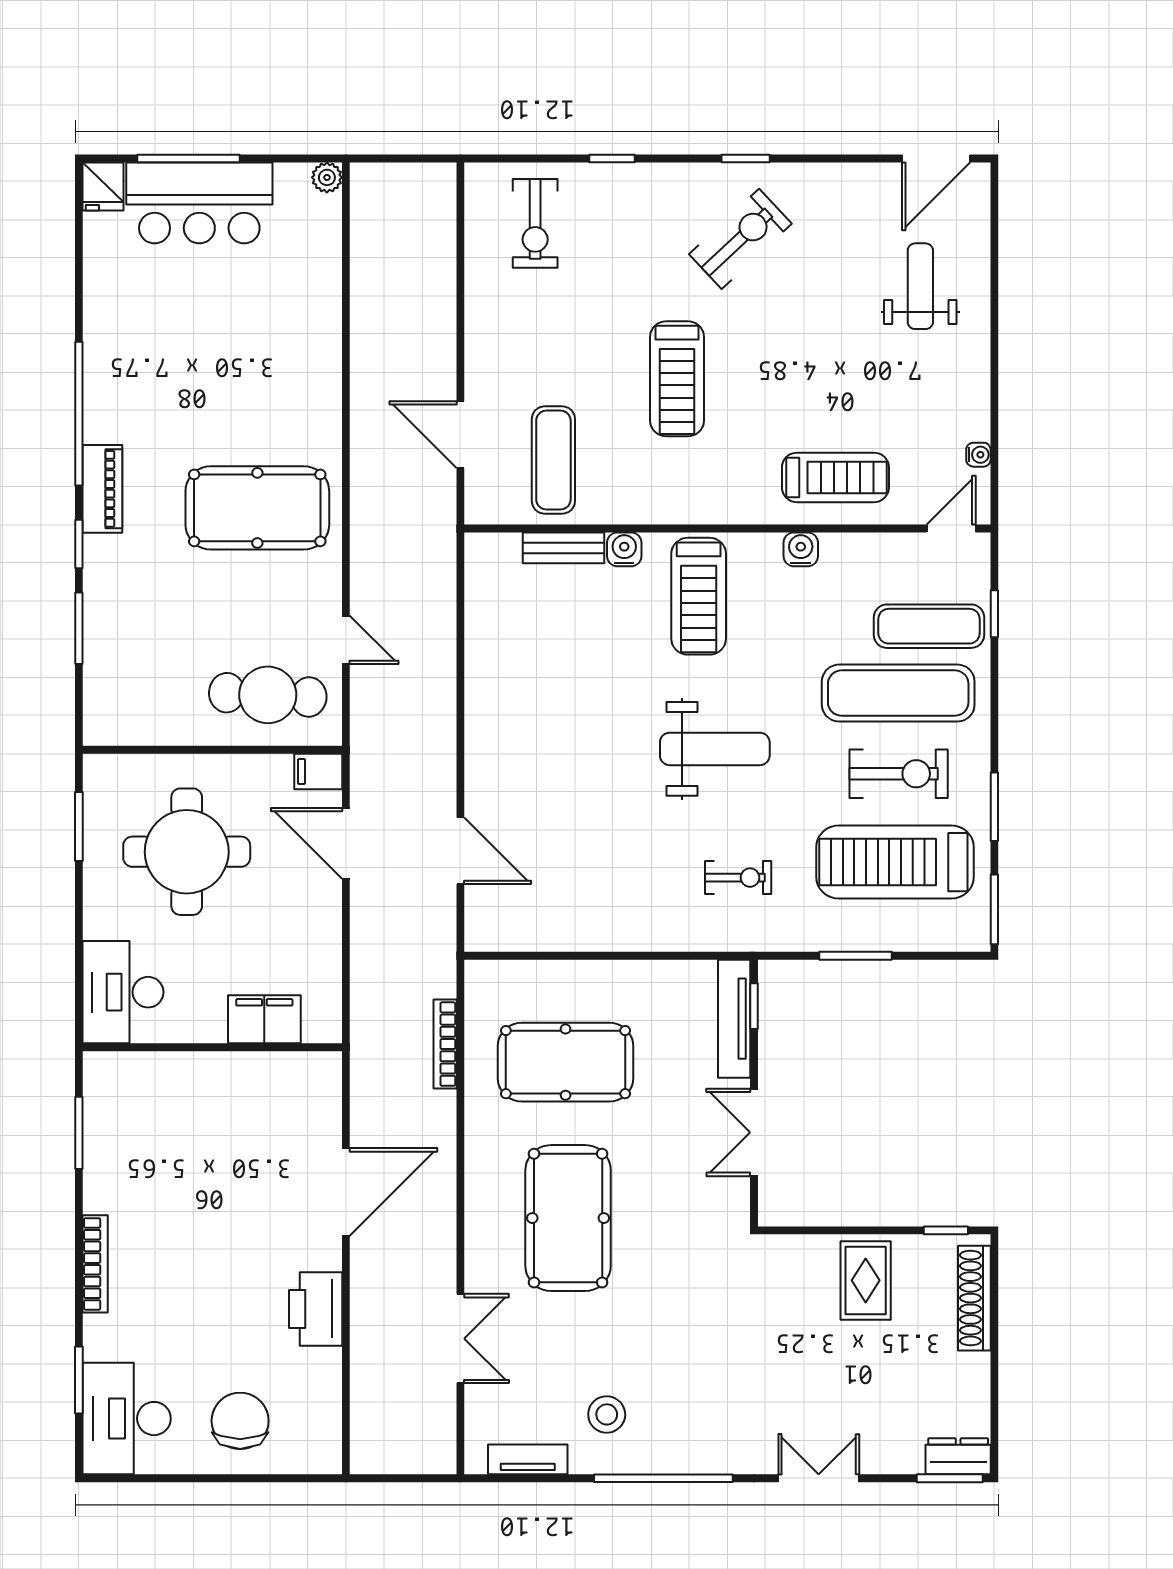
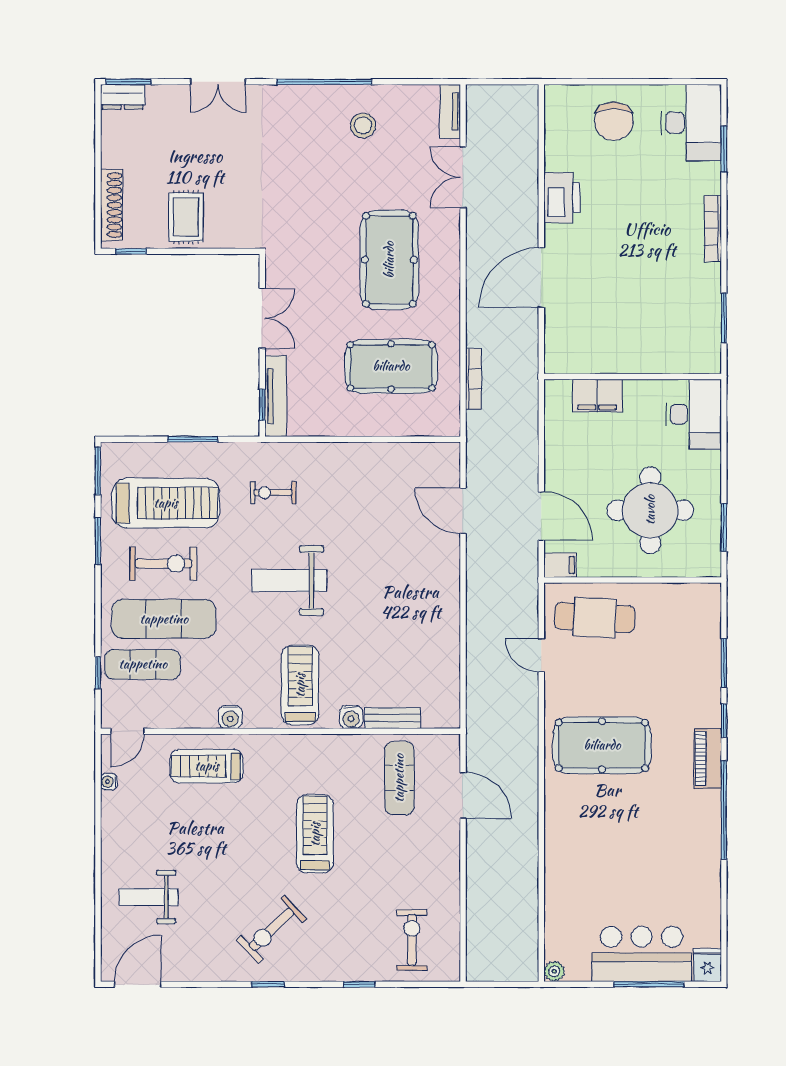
weight bench: (920, 286) -> (148, 897), turned 90
exercise bike: (899, 774) -> (163, 564), turned 180
tv unit: (528, 1459) -> (450, 111), moved, turned 90

